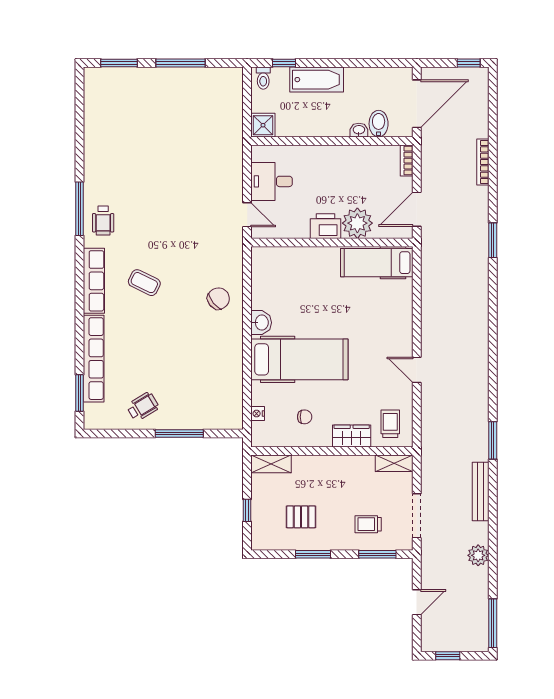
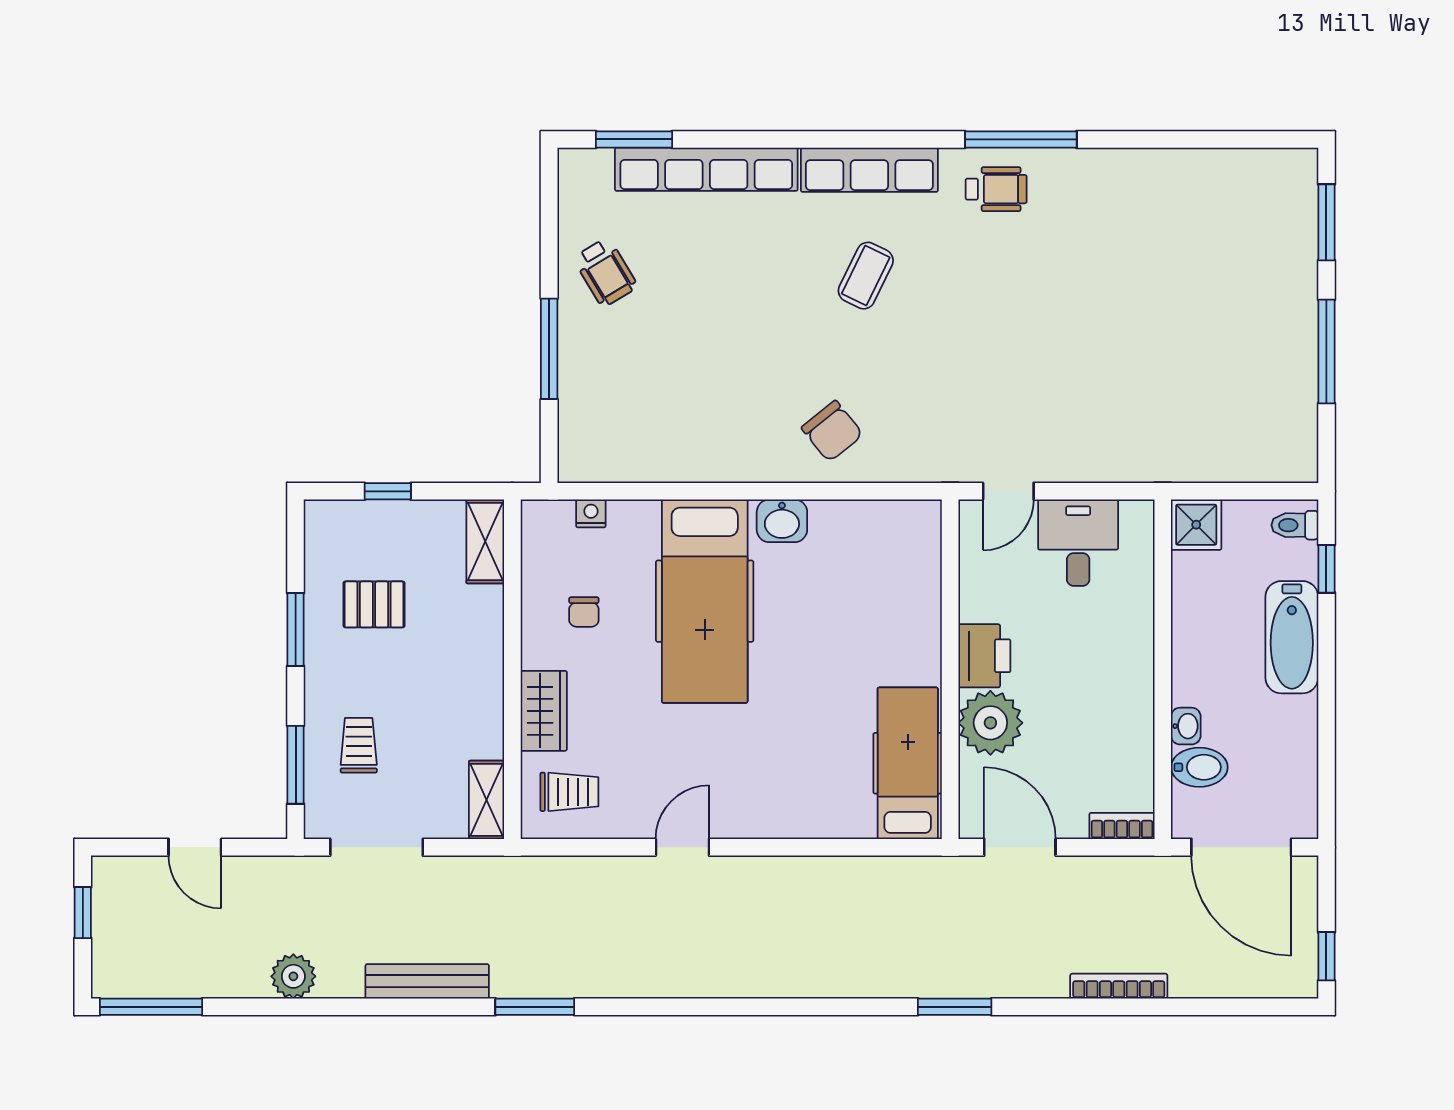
wheelchair: (103, 220) -> (996, 189), turned 180
pallet: (301, 517) -> (374, 604), turned 90

